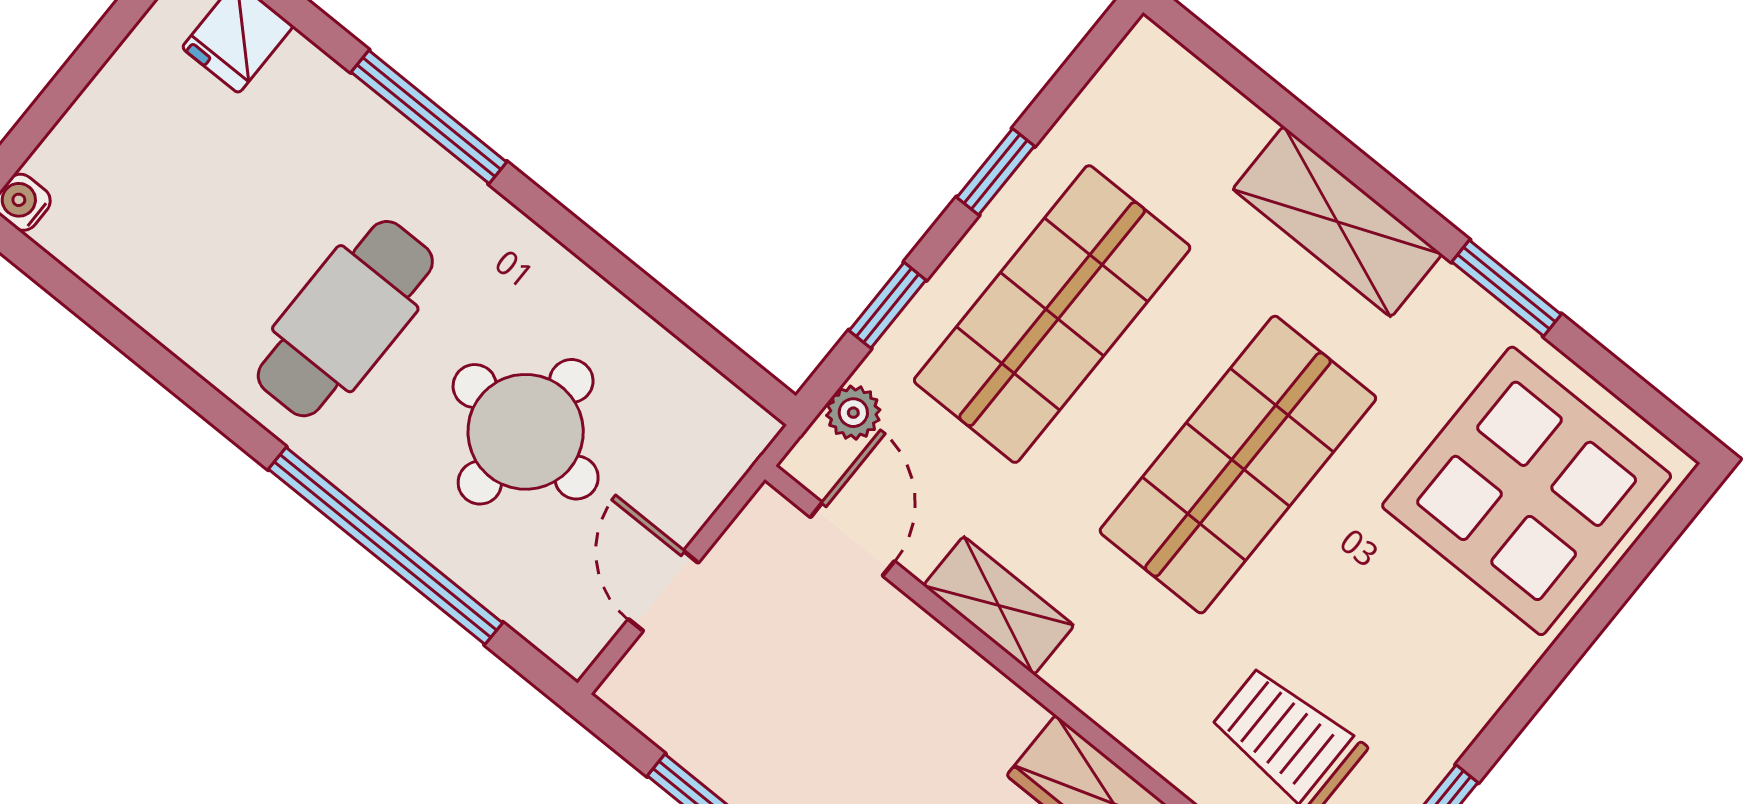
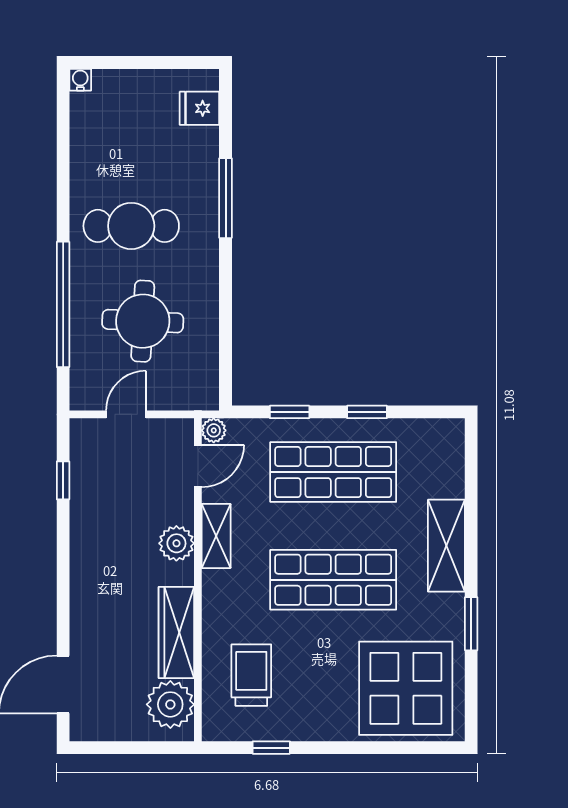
plant: (853, 413) -> (214, 430), moved
plant: (956, 684) -> (176, 543), added

